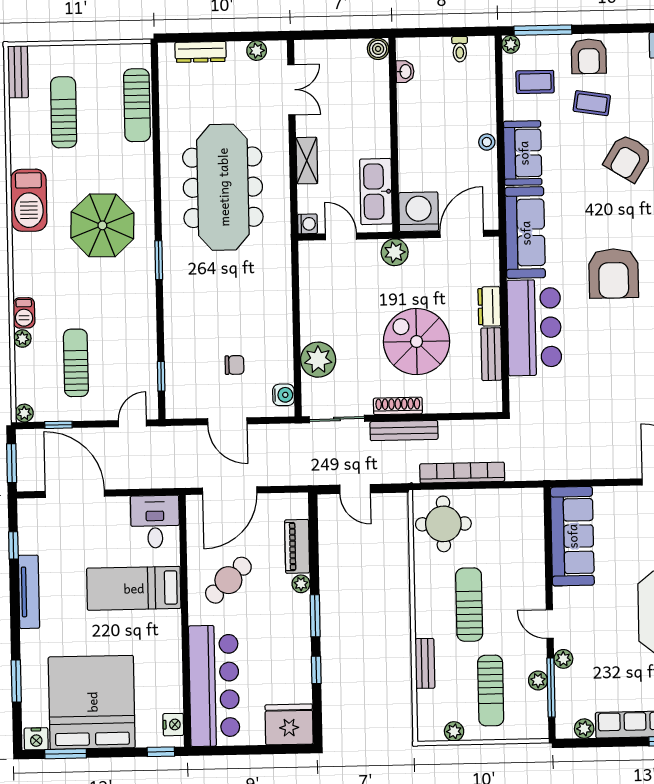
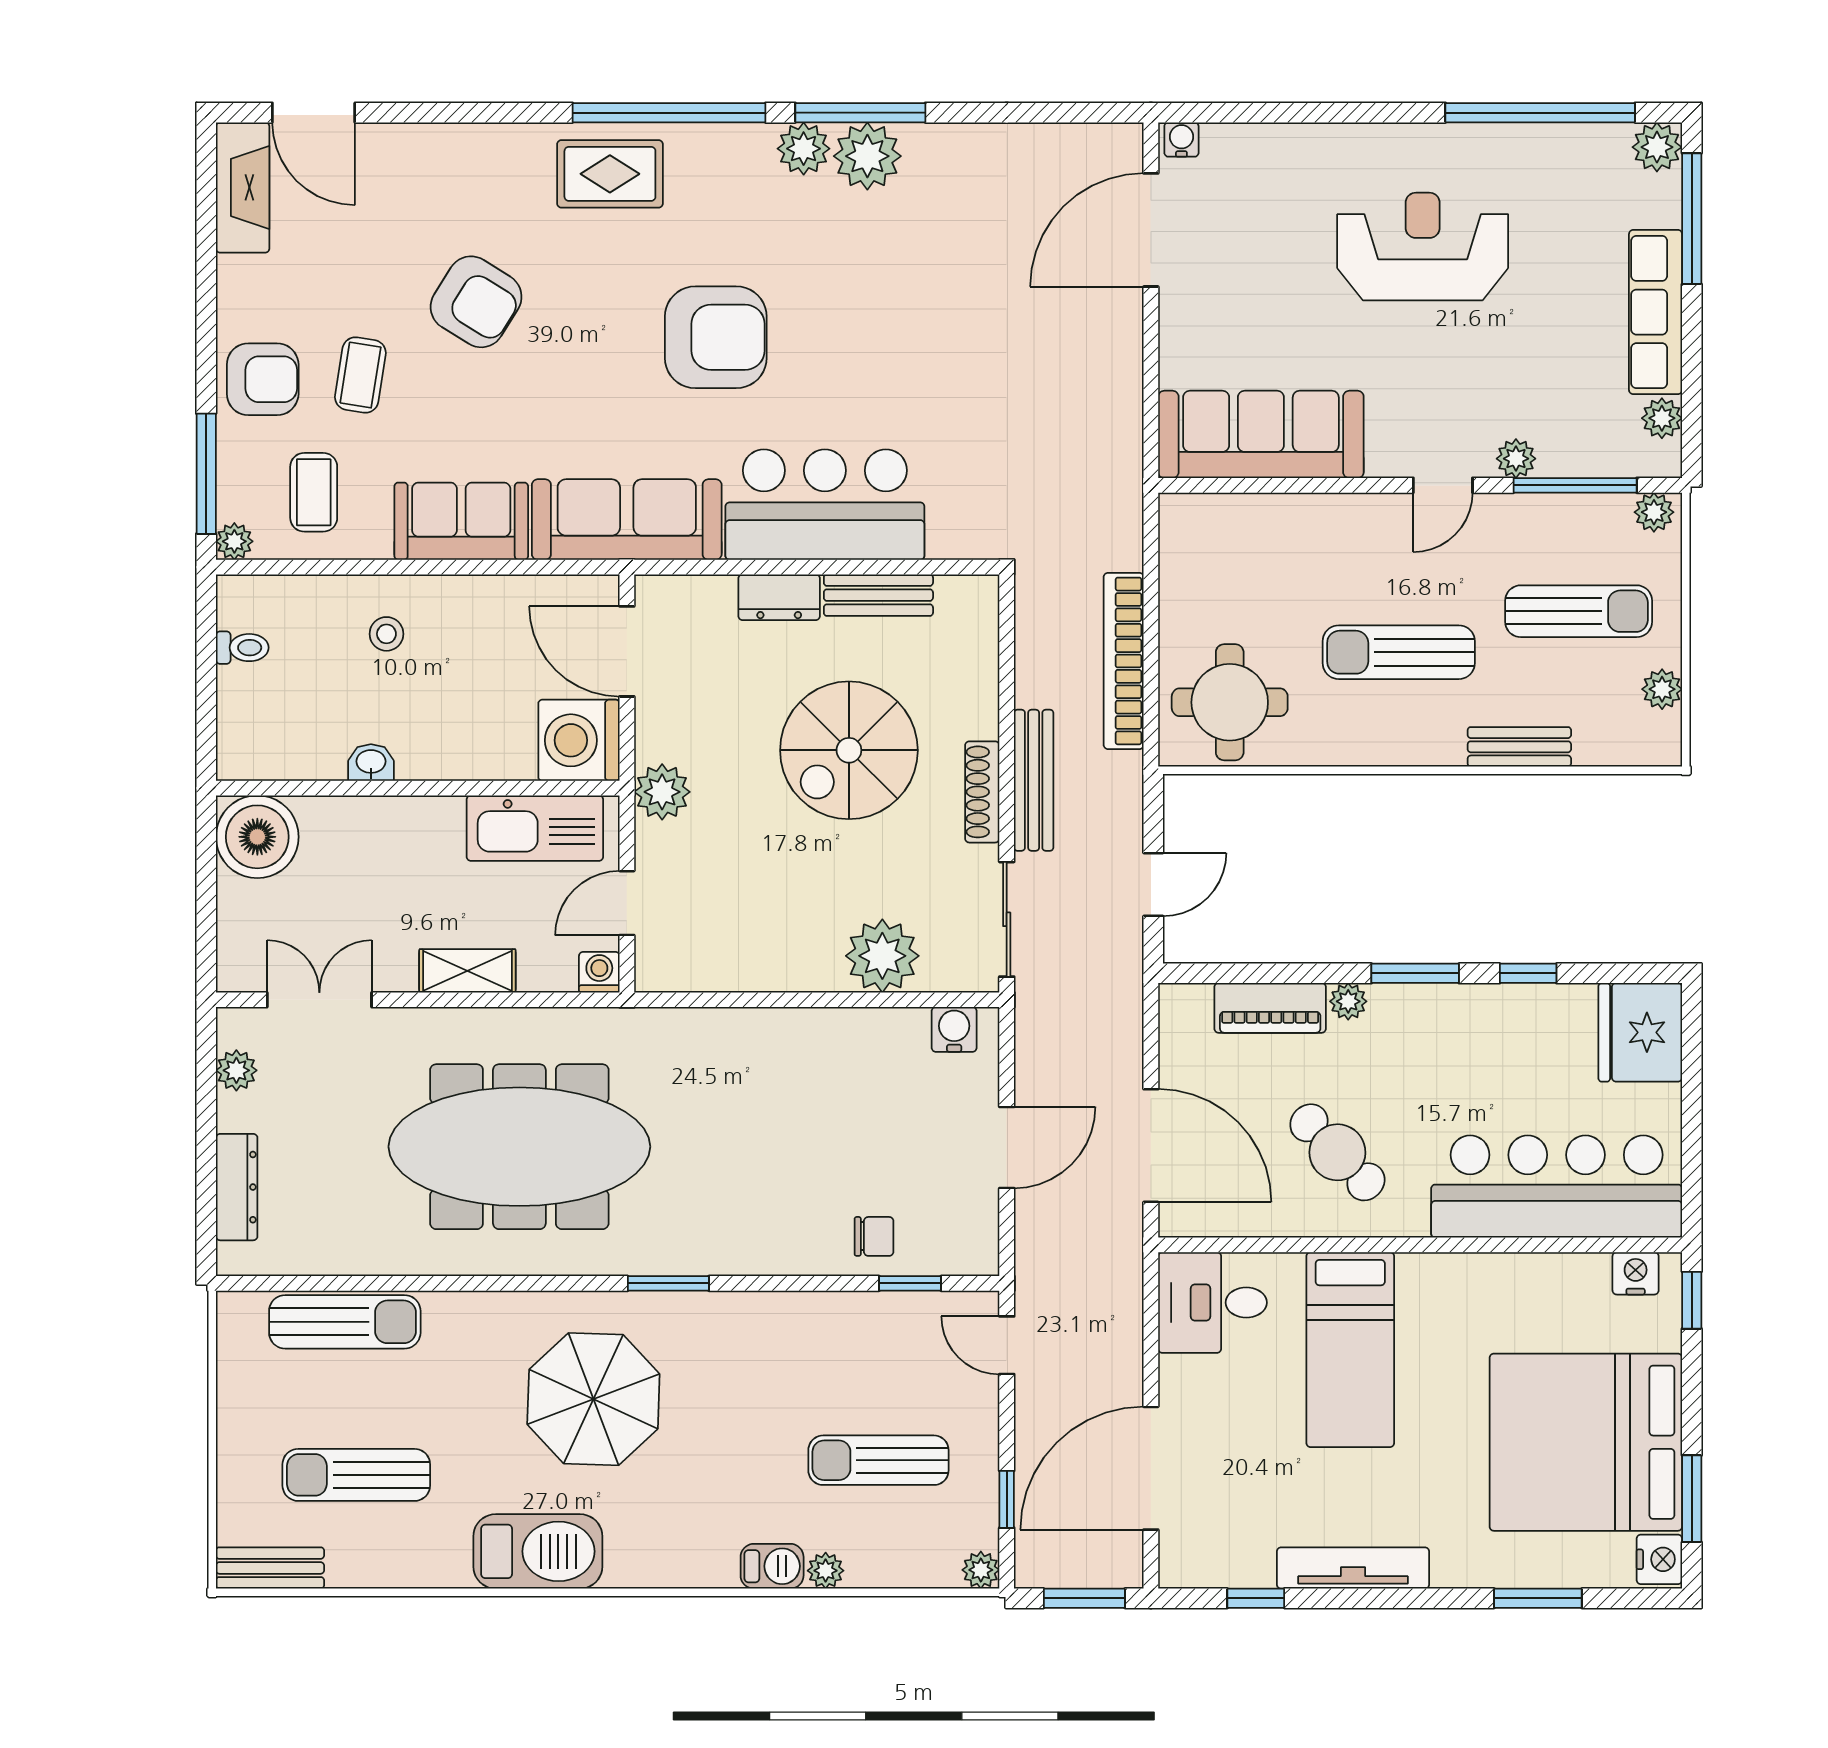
boiler: (378, 49) -> (257, 837), width x1.86, depth x1.86
washbasin: (405, 72) -> (371, 763), moved
stool: (487, 142) -> (386, 634), moved
chair: (235, 365) -> (874, 1236), moved, turned 90
plant: (538, 680) -> (1654, 512), moved

